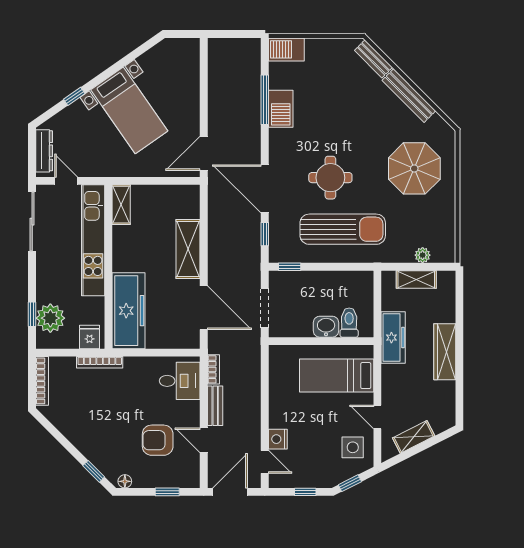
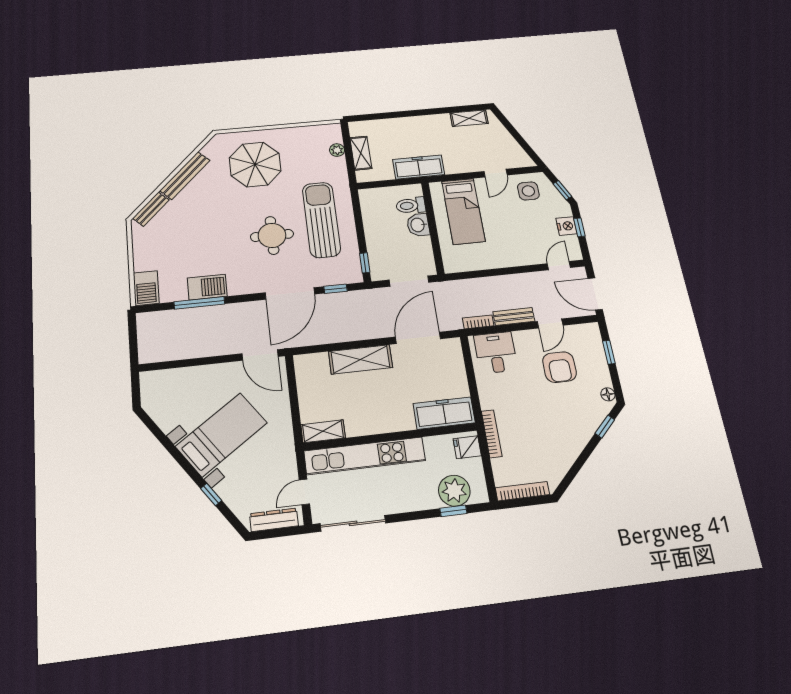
freezer: (129, 311) -> (444, 413), width x0.73, depth x0.79
wardrobe: (445, 352) -> (424, 124), removed
shelving: (414, 437) -> (469, 118), moved, turned -63
nightstand: (278, 439) -> (566, 226), moved, turned -90

